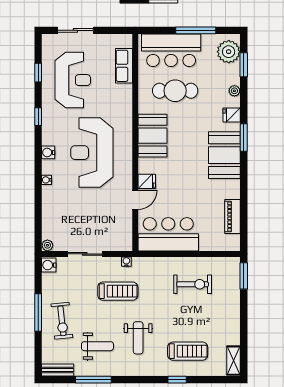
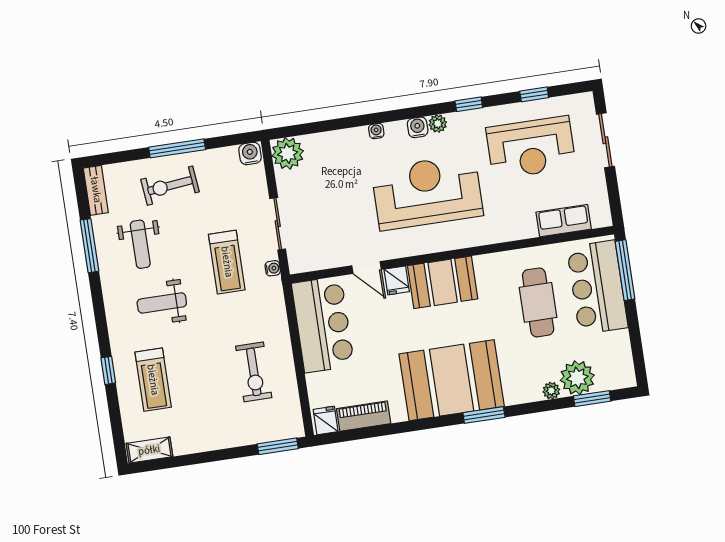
window: (196, 30) -> (625, 270), moved
plant: (229, 52) -> (577, 378), moved
fridge: (232, 115) -> (326, 420), moved
booth: (152, 136) -> (443, 282), moved
plant: (48, 139) -> (438, 124), added
booth: (224, 155) -> (452, 380), width x1.36, depth x1.42
plant: (47, 245) -> (288, 153), width x1.87, depth x1.87
sliding door: (85, 254) -> (278, 224), moved

